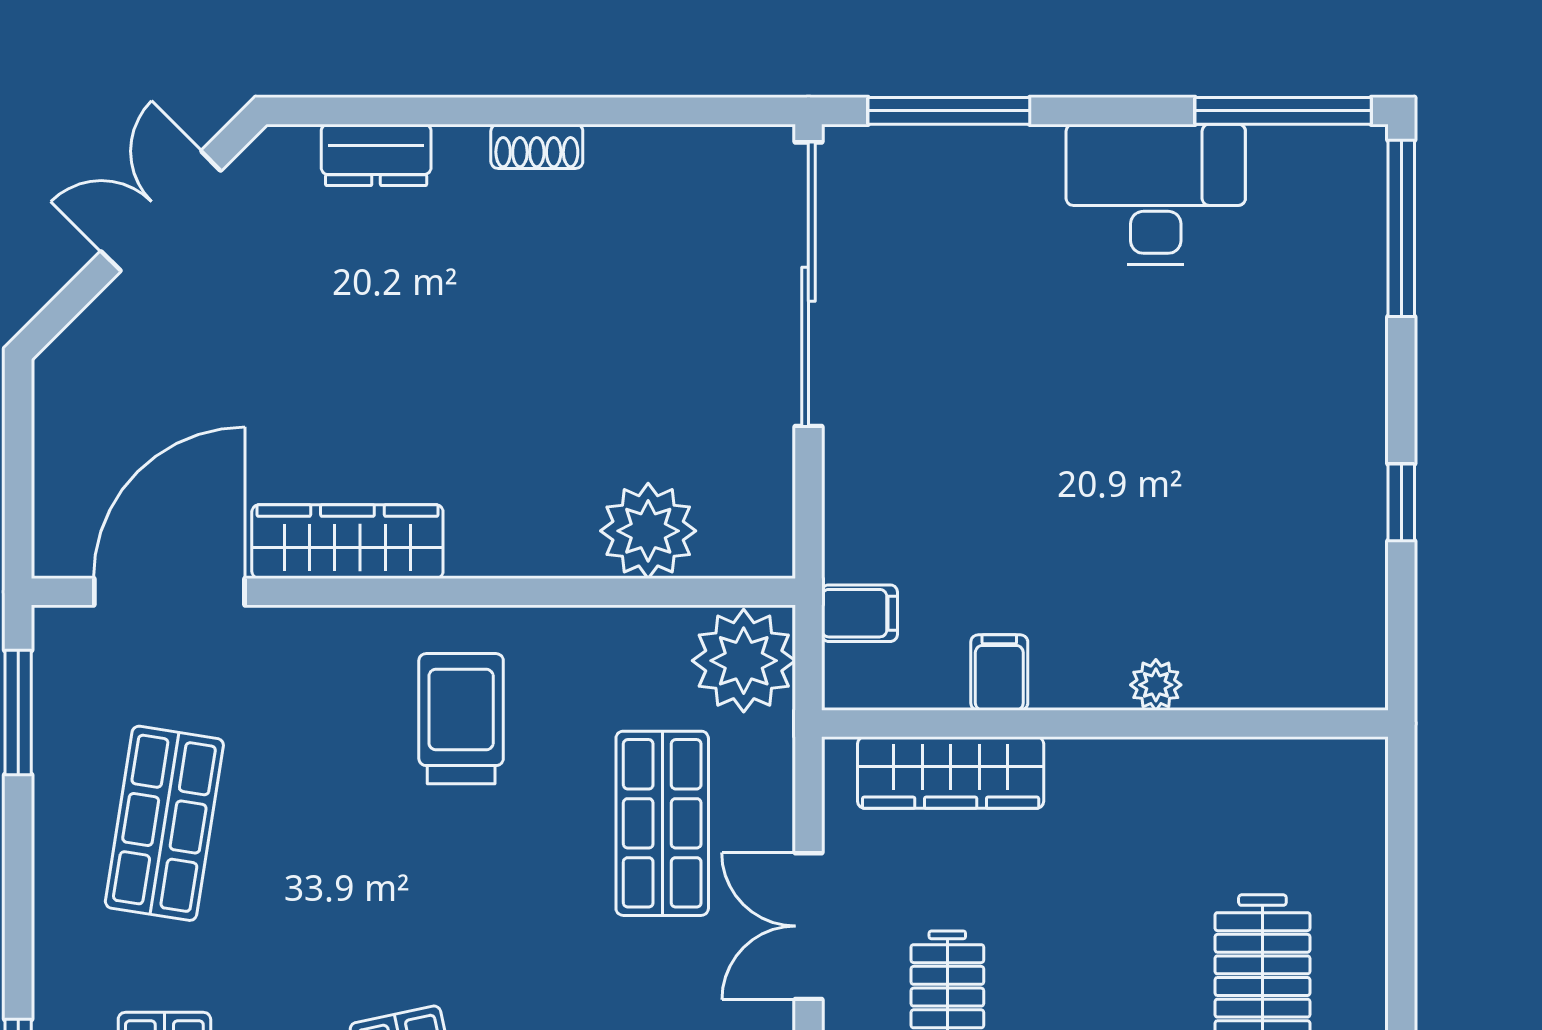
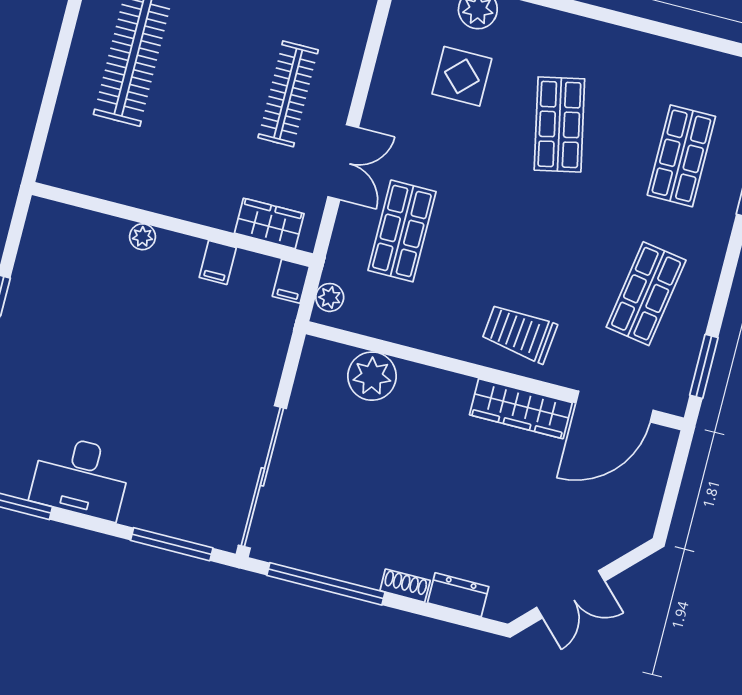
window: (634, 111) -> (326, 584), added
shoe rack: (537, 146) -> (405, 586), moved
filing cabinet: (859, 613) -> (291, 281), moved, turned -90
plant: (744, 661) -> (330, 297), width x0.53, depth x0.53
trolley: (461, 719) -> (519, 333), moved, turned 96
wardrobe: (951, 773) -> (269, 223), width x0.67

